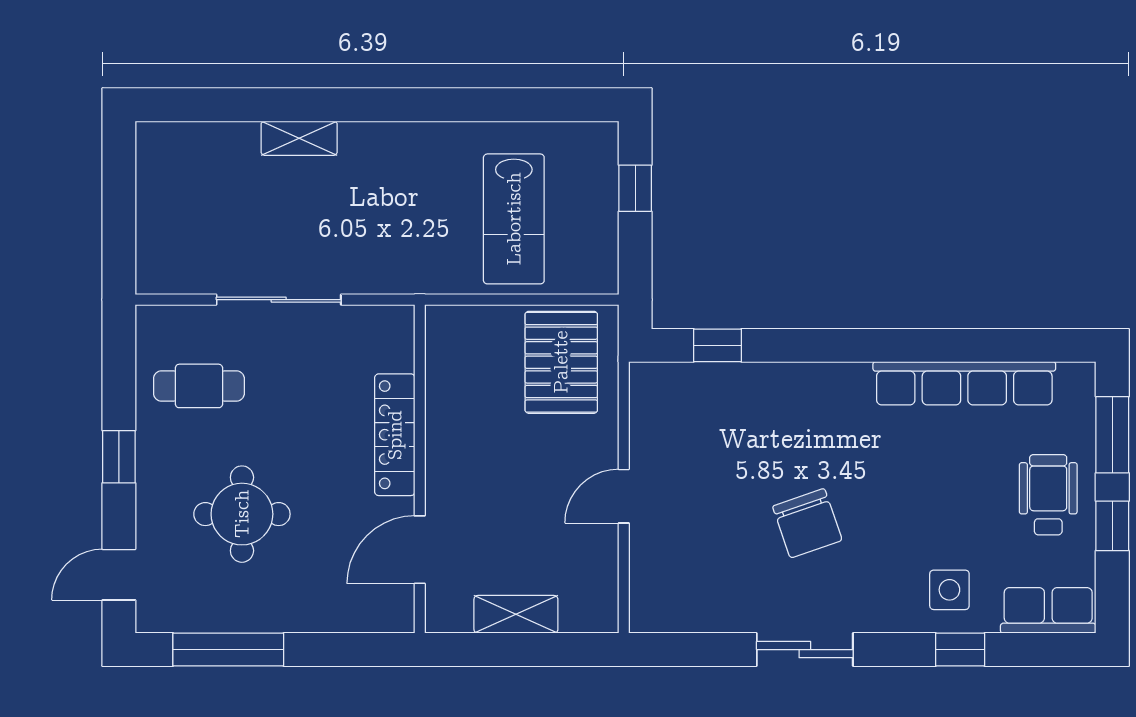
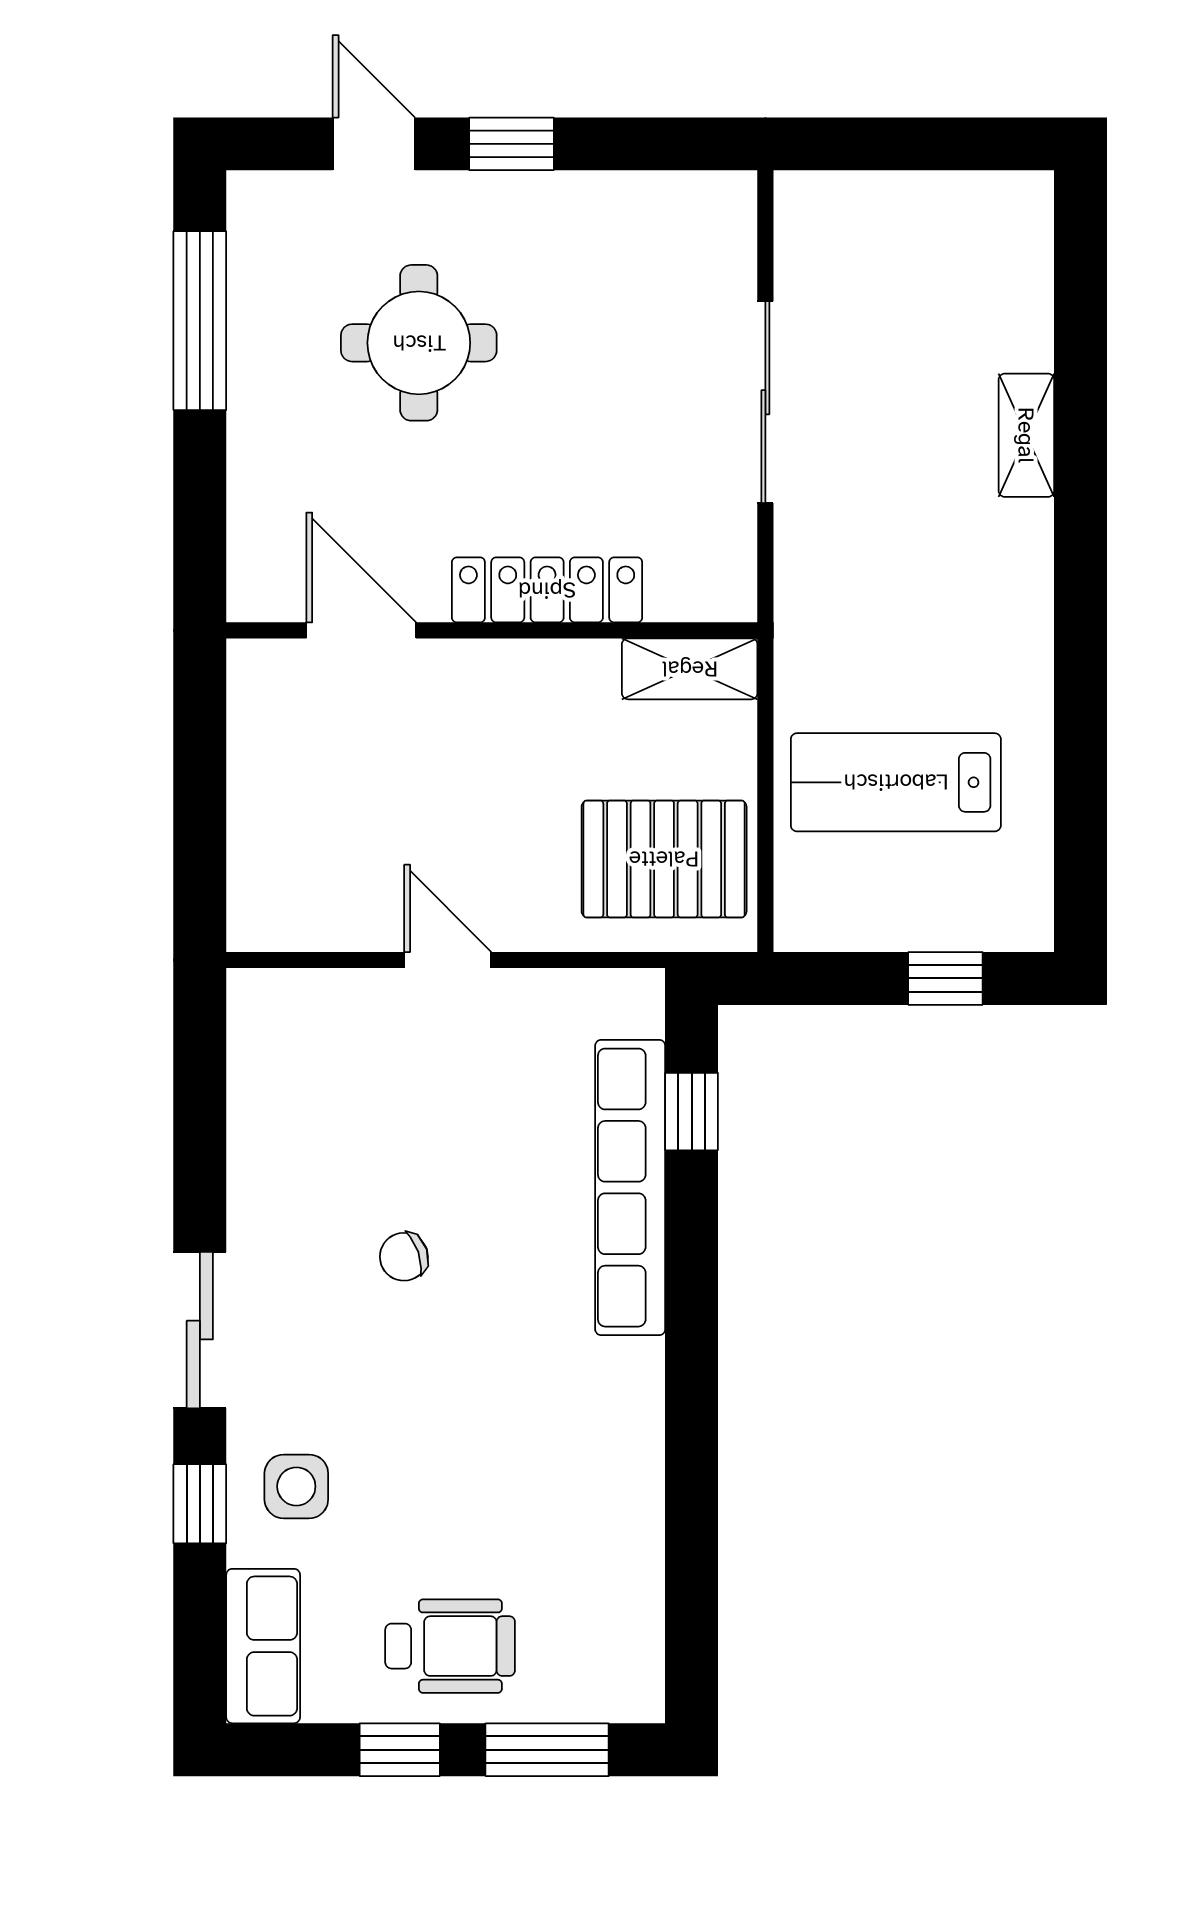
row of seats: (964, 383) -> (630, 1188), moved
cafe table: (199, 386) -> (626, 273), removed
chair: (807, 523) -> (404, 1257), width x0.54, depth x0.54
door: (119, 575) -> (374, 144), moved
shelving: (516, 614) -> (690, 669), moved, turned 90
sliding door: (805, 650) -> (200, 1330), moved

